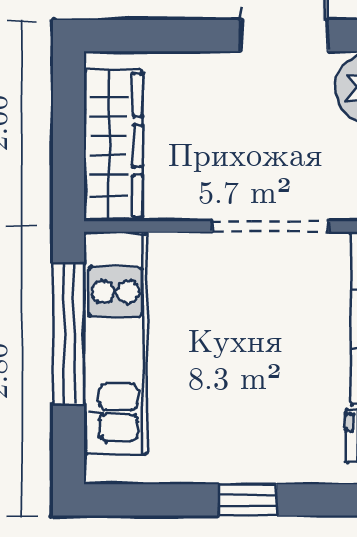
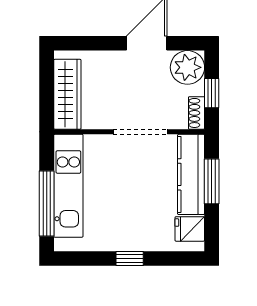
window: (69, 334) -> (47, 204), moved

